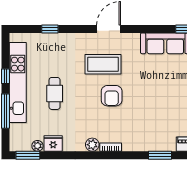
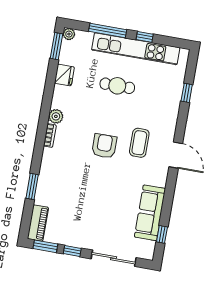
coffee table: (103, 64) -> (139, 143), width x0.73, depth x0.76
armchair: (112, 96) -> (104, 146), turned 90
plant: (37, 146) -> (69, 34), moved

